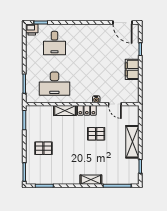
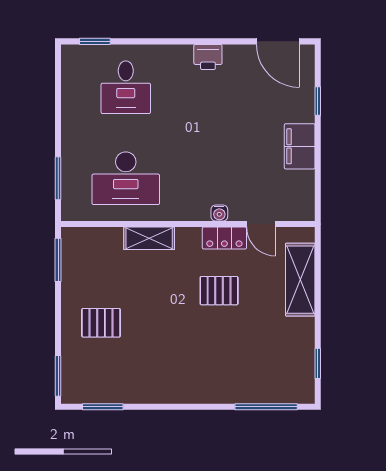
printer: (32, 29) -> (208, 57), moved
locker: (87, 110) -> (224, 238), moved
shelving: (132, 142) -> (300, 280), moved
shelving: (91, 180) -> (207, 393), removed

